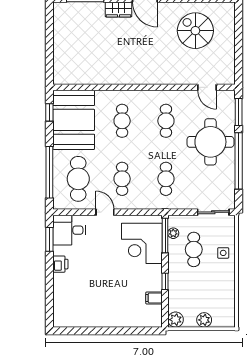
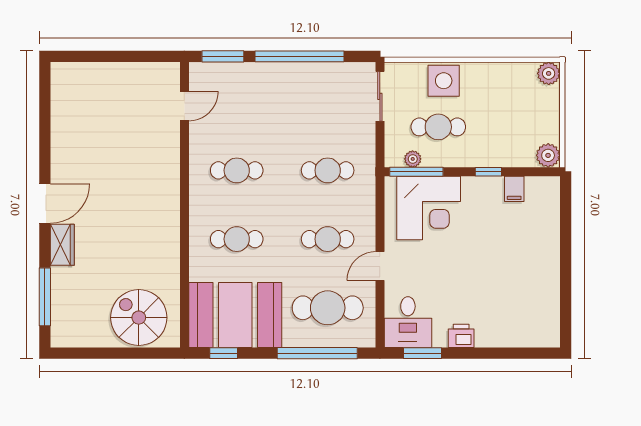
spiral stairs: (195, 31) -> (139, 318), moved, turned 90
round table: (210, 142) -> (270, 101), removed
side table: (223, 253) -> (444, 81), width x1.87, depth x1.87
plant: (204, 320) -> (549, 73), moved

